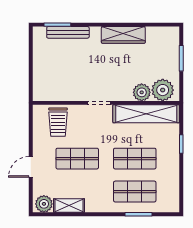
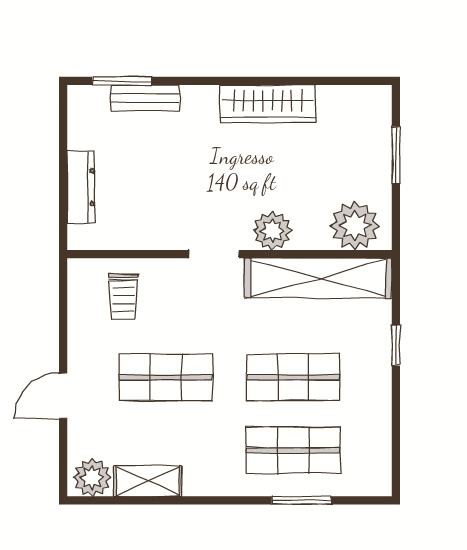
bench: (68, 32) -> (145, 98), width x0.73
dresser: (39, 73) -> (81, 187), added
plant: (142, 92) -> (272, 231), moved
trolley: (58, 122) -> (123, 297), width x0.73, depth x0.72

